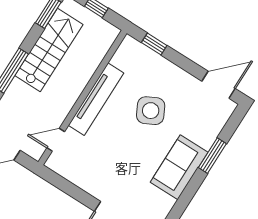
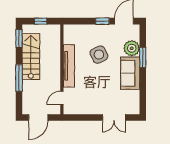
window: (154, 44) -> (102, 21), moved
plant: (205, 132) -> (132, 48), added

